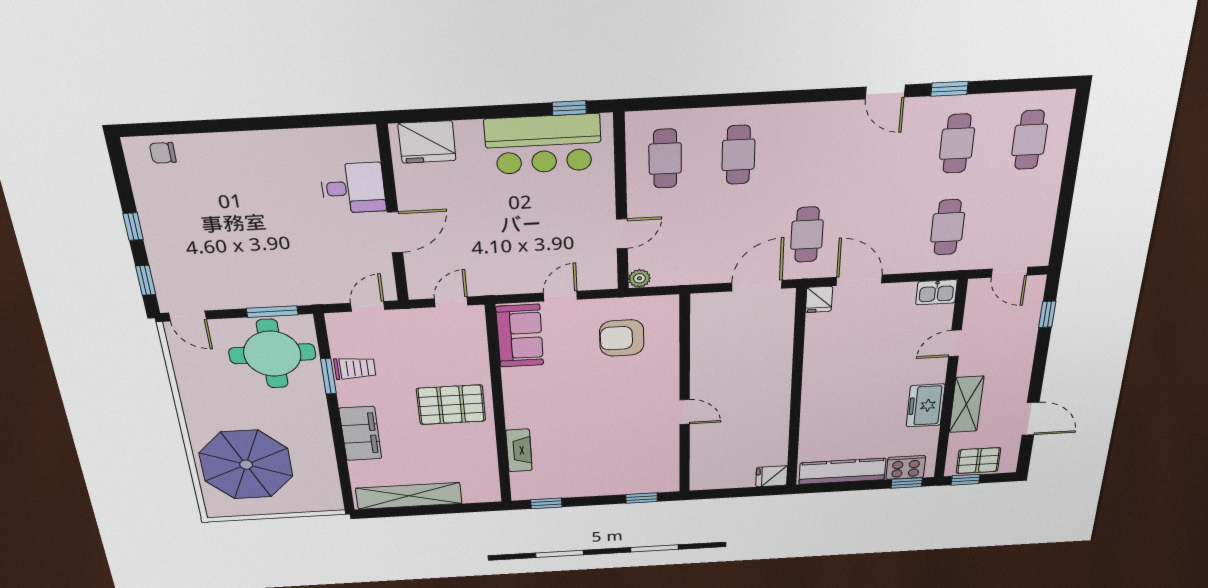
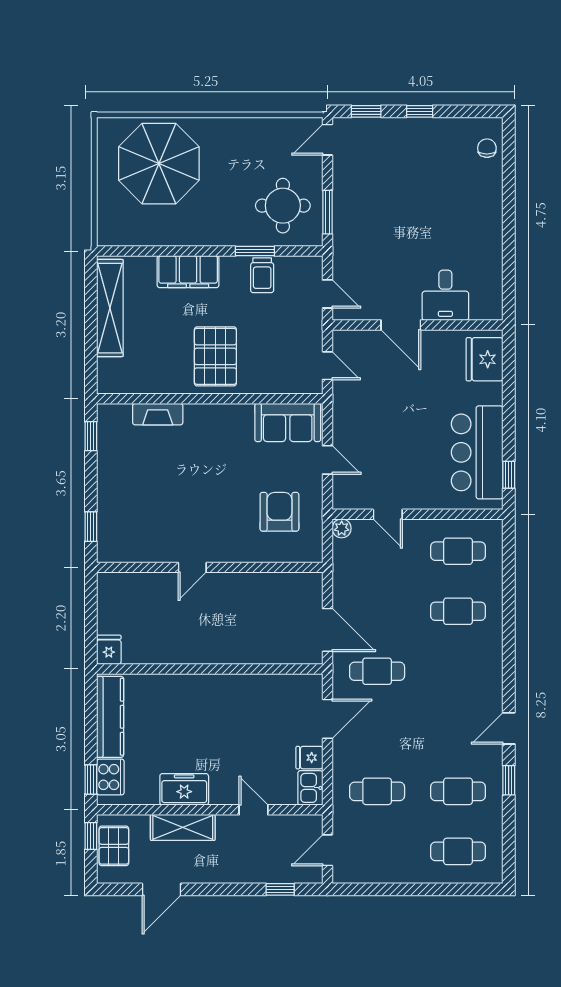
fridge: (819, 299) -> (309, 758), moved
round table: (272, 354) -> (283, 206), width x0.73, depth x0.73

